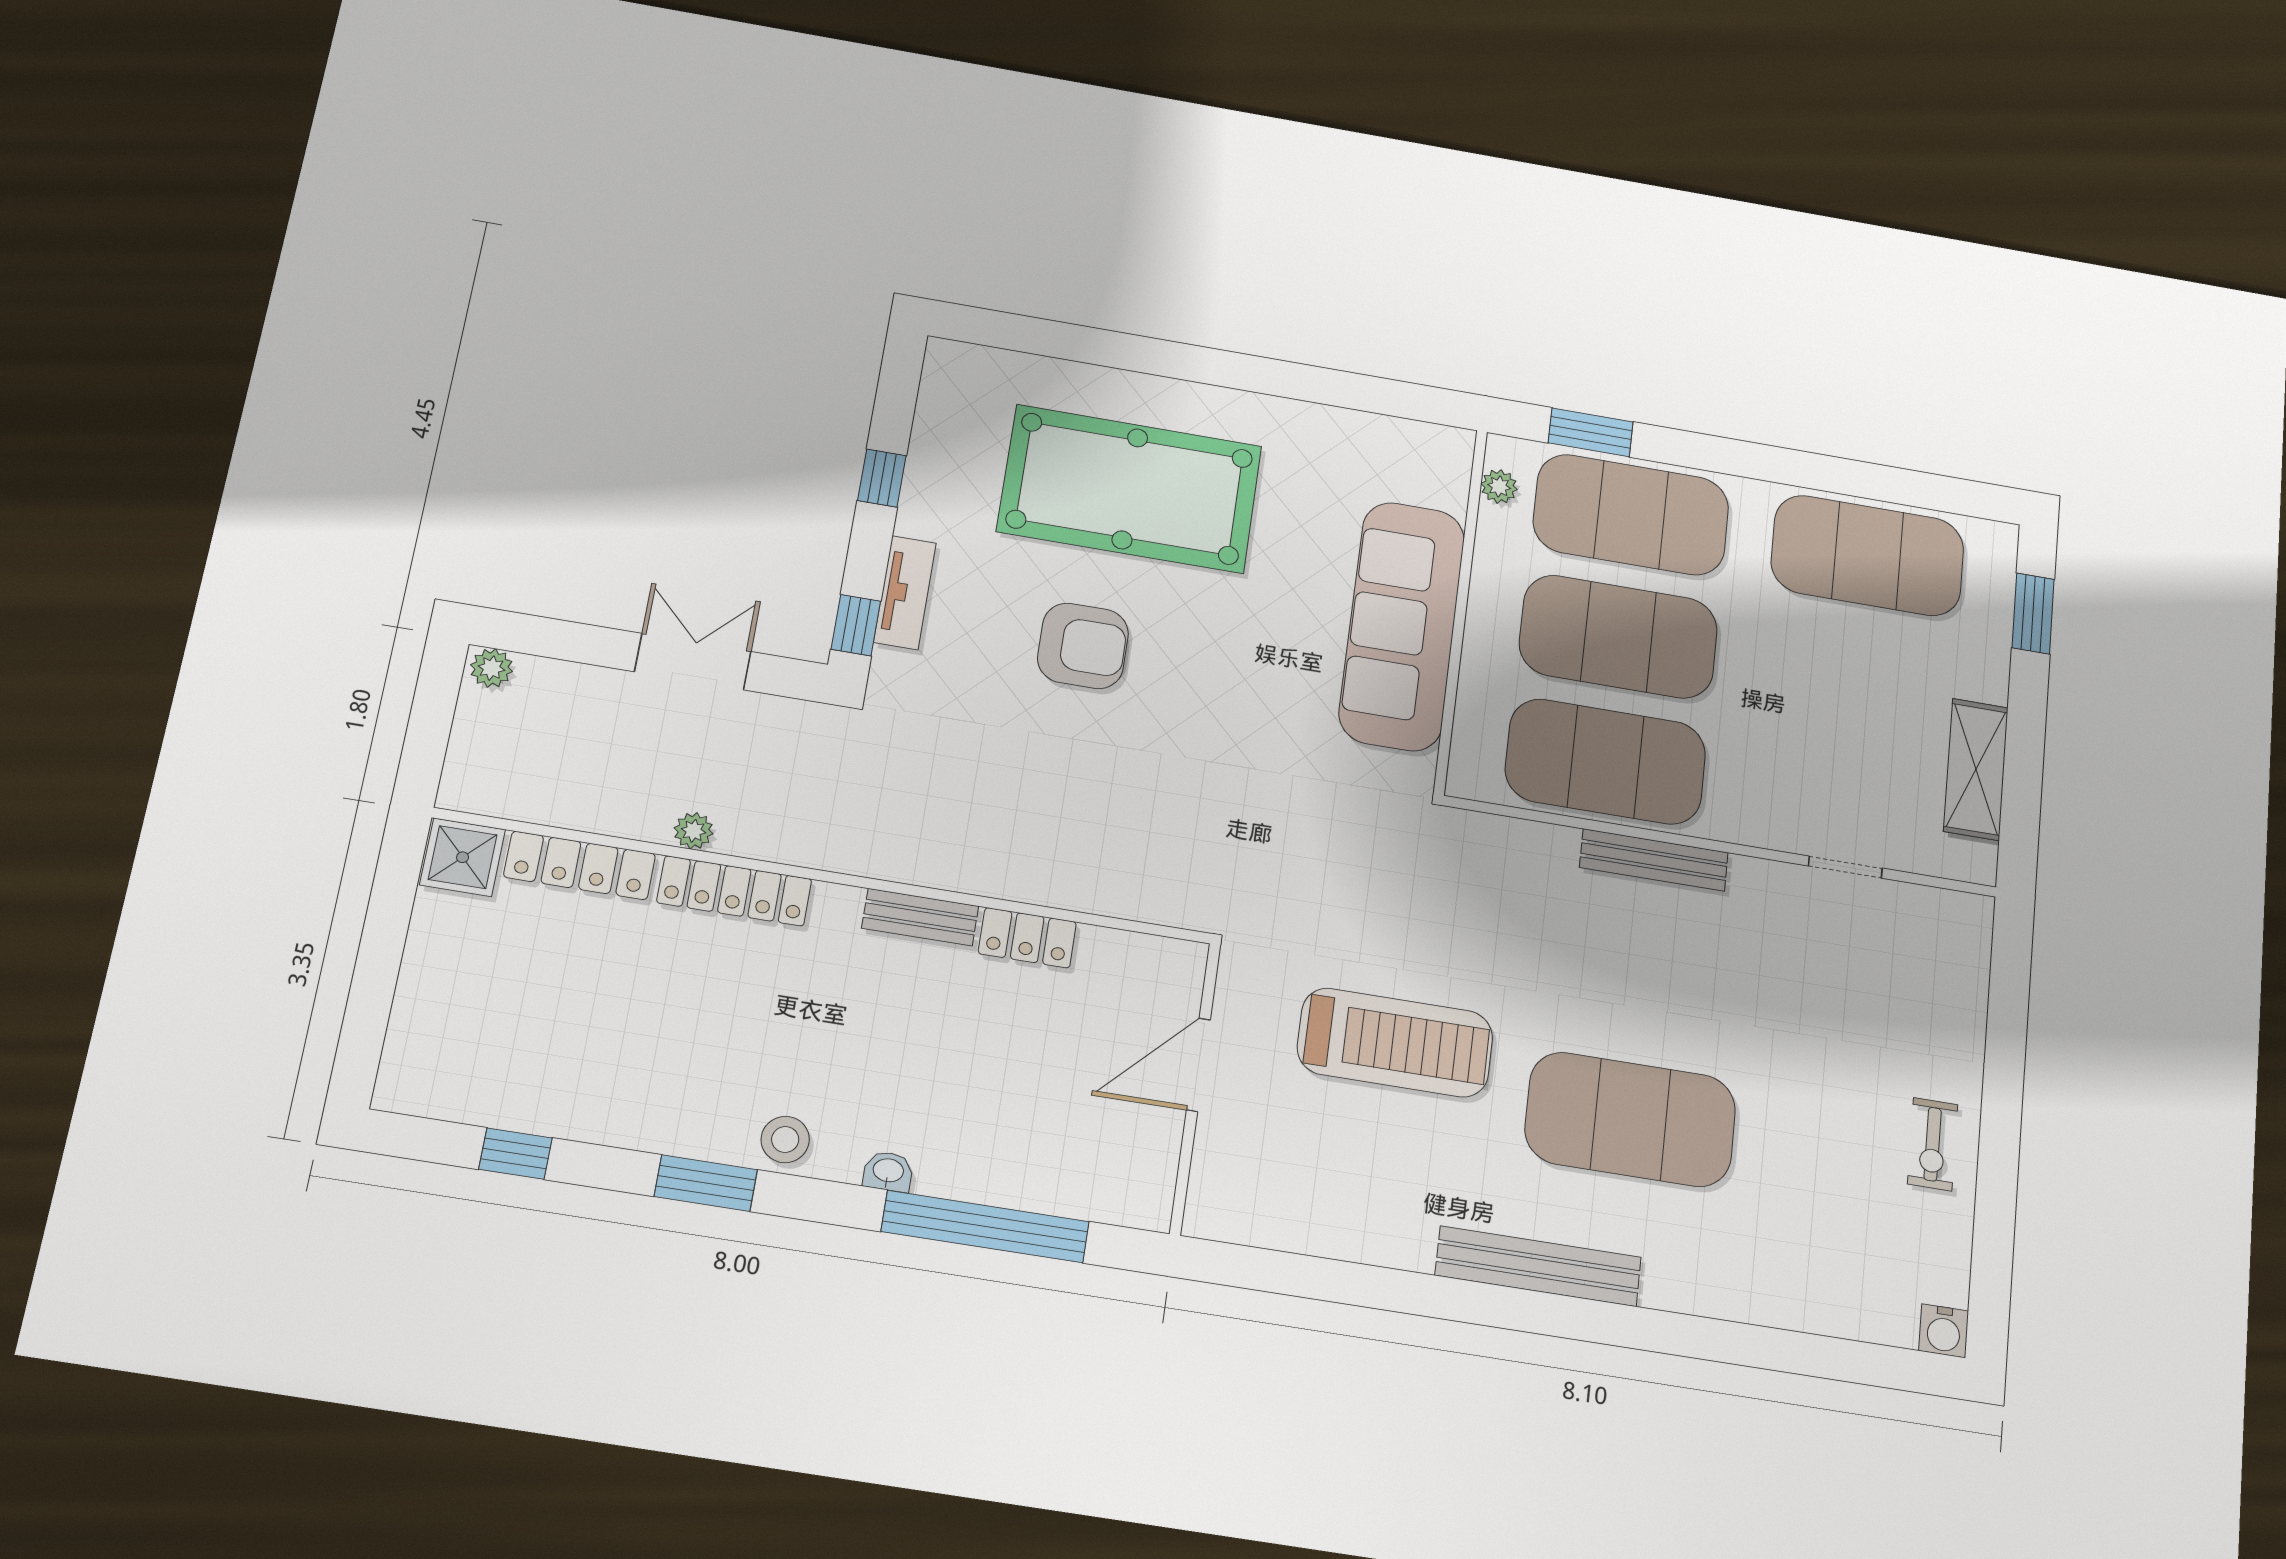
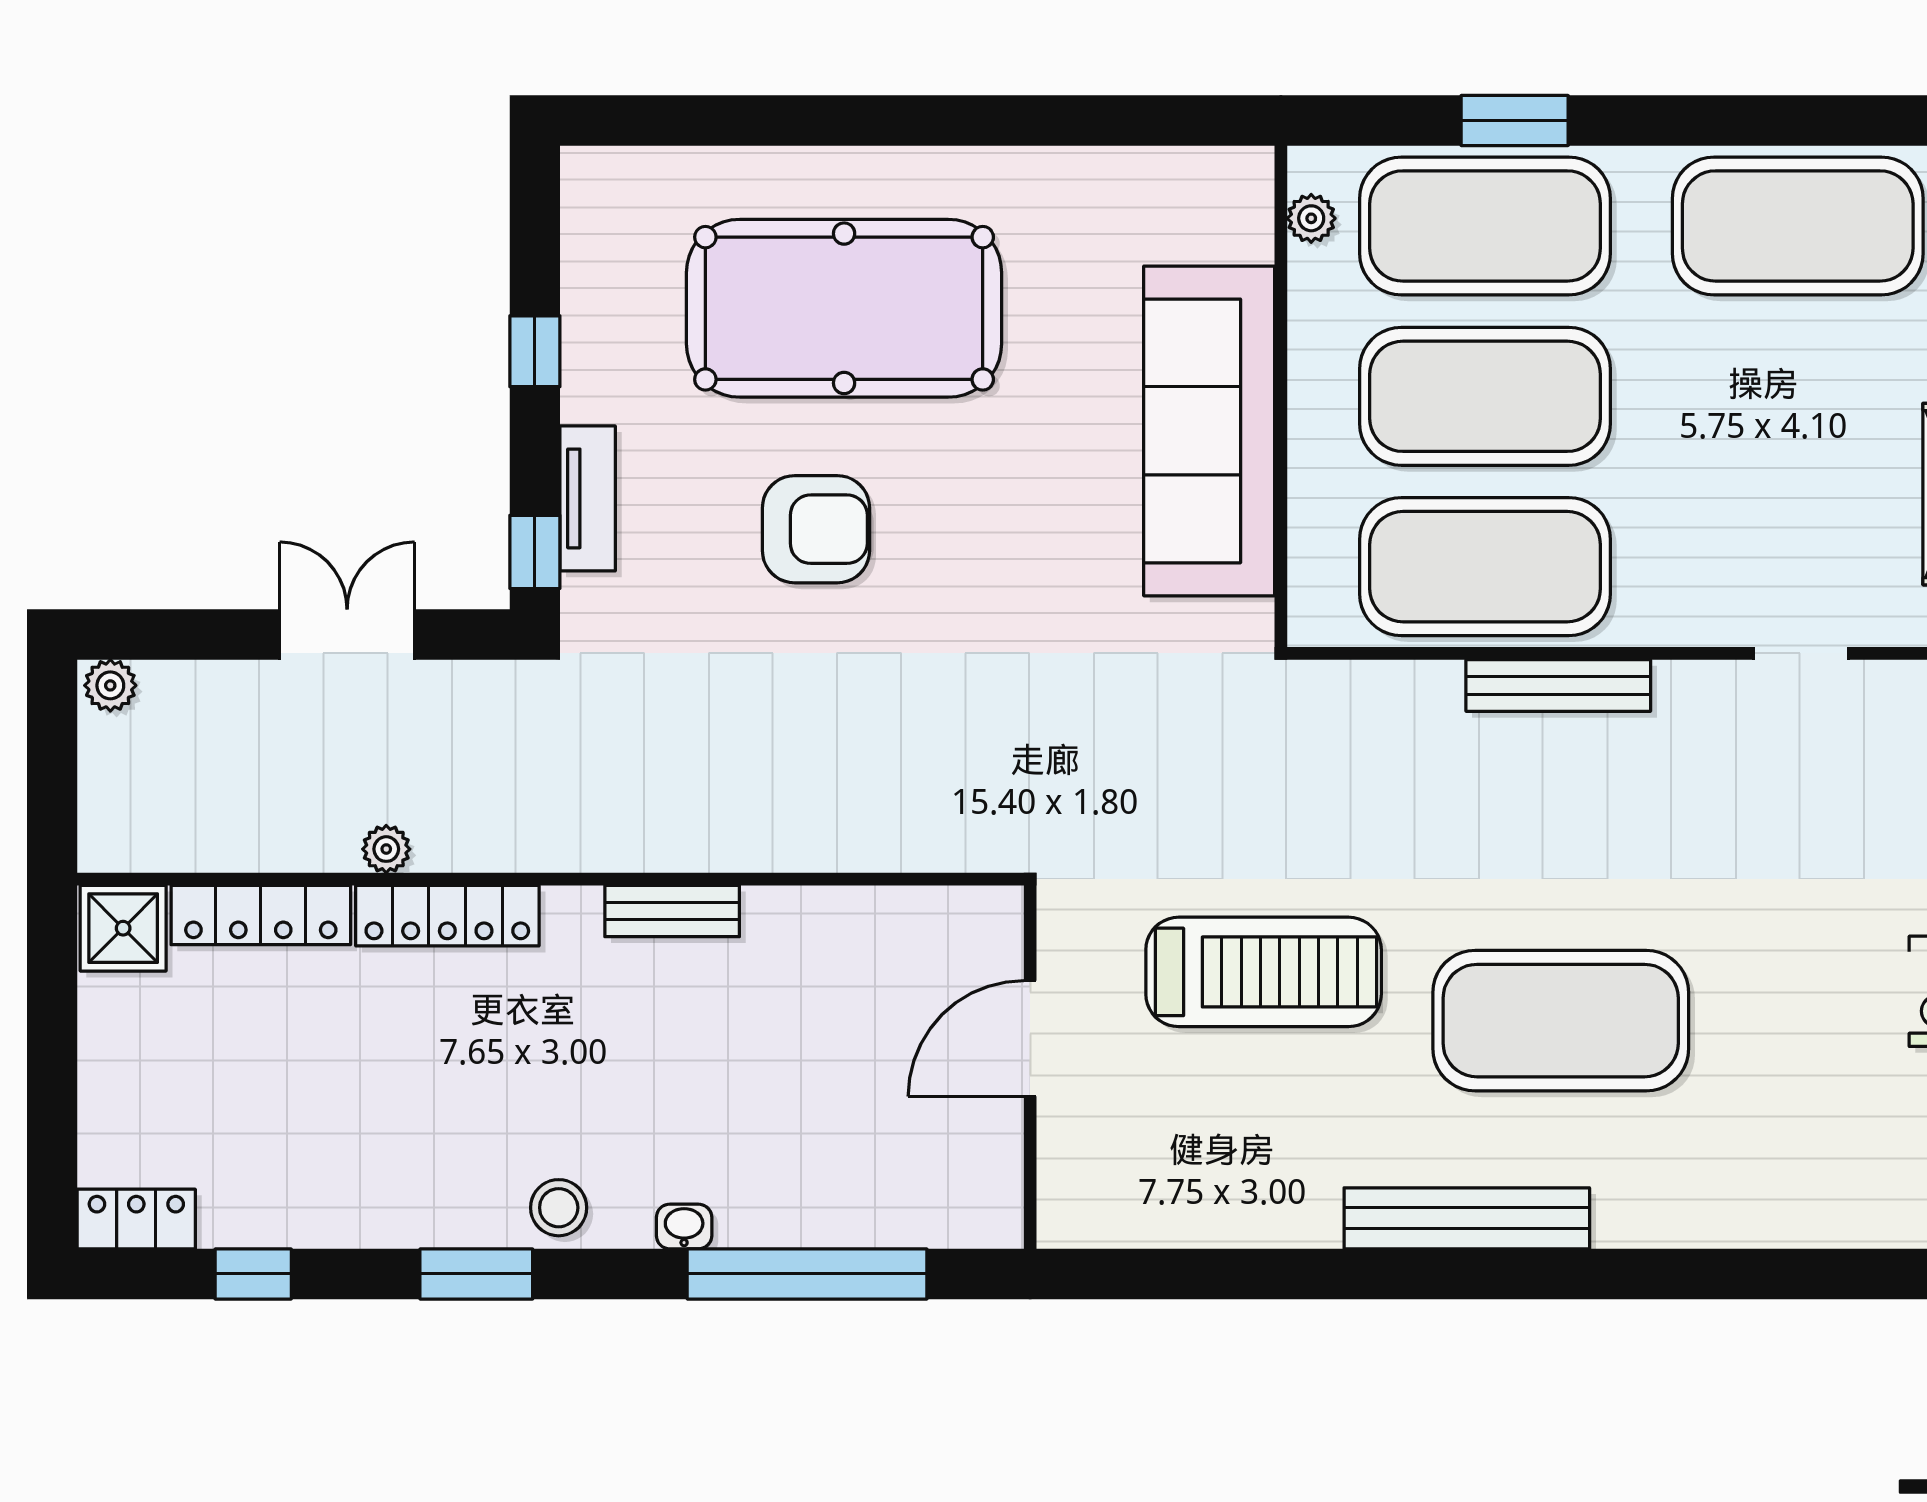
window: (1591, 432) -> (1515, 120), moved
locker: (1027, 938) -> (136, 1219), moved, turned 180

